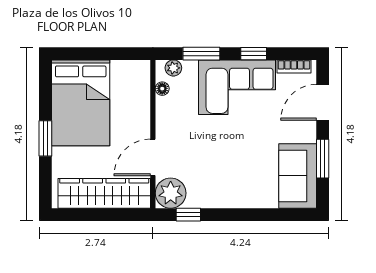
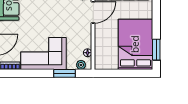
window: (254, 54) -> (34, 73), removed
window: (45, 138) -> (156, 50), moved

